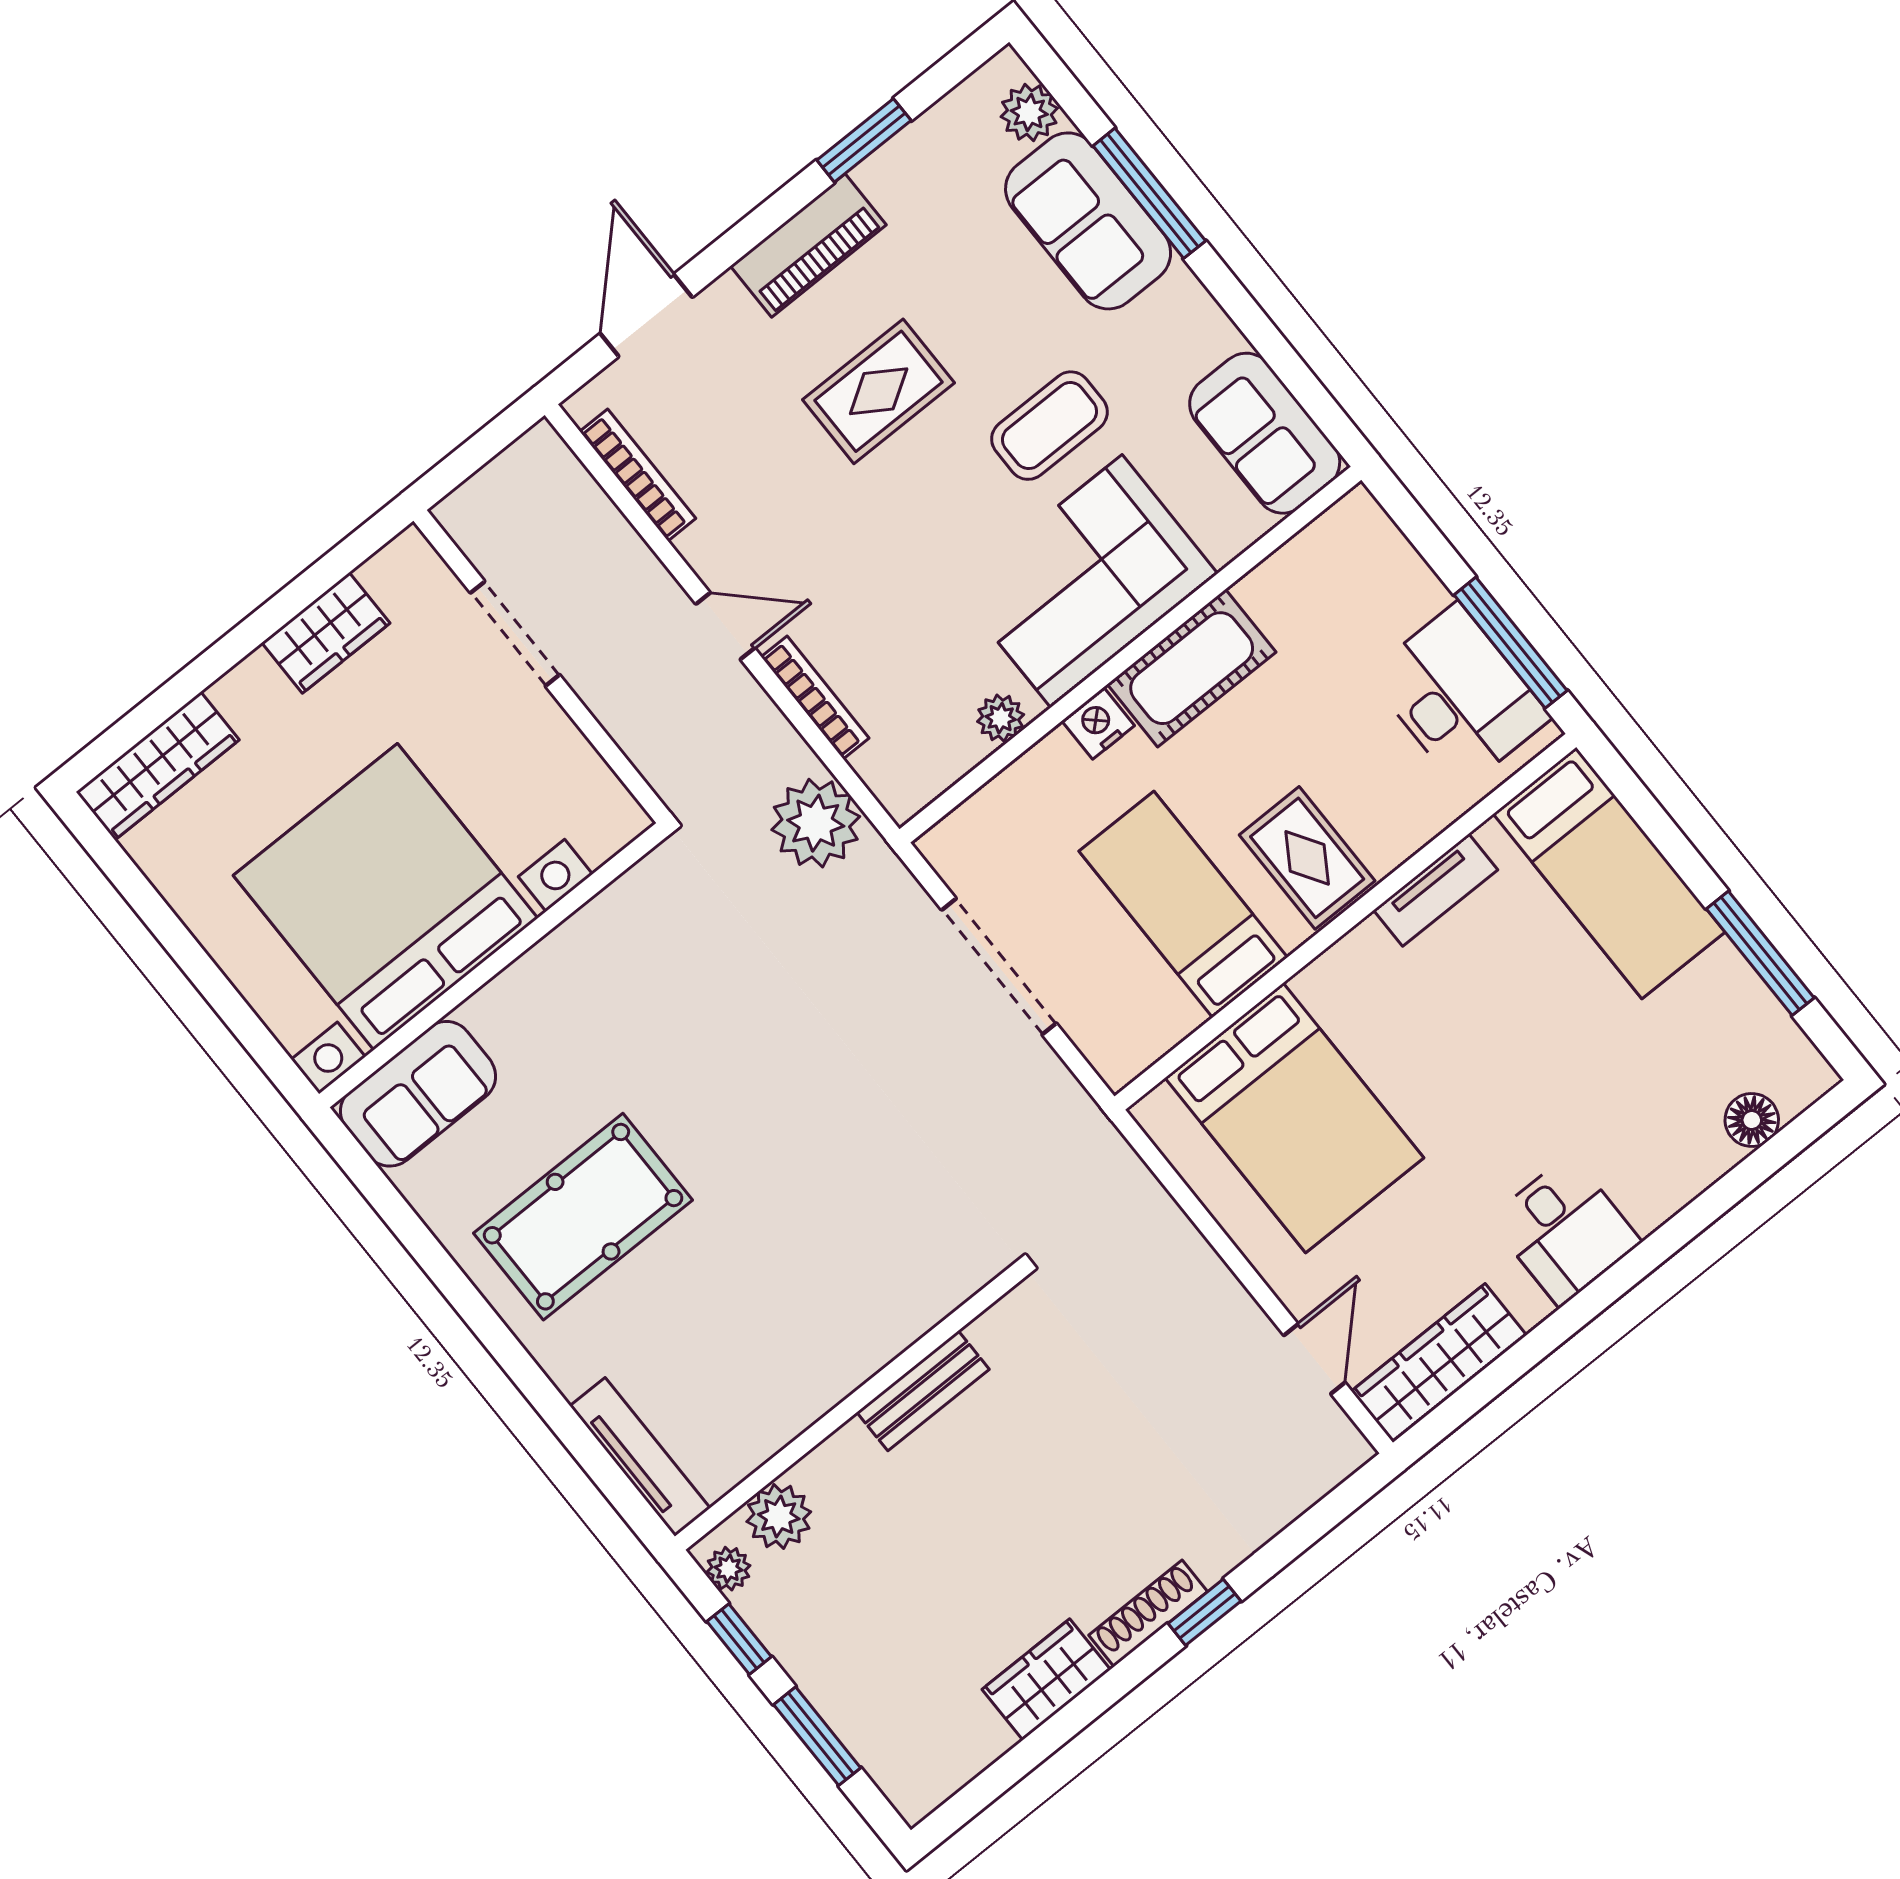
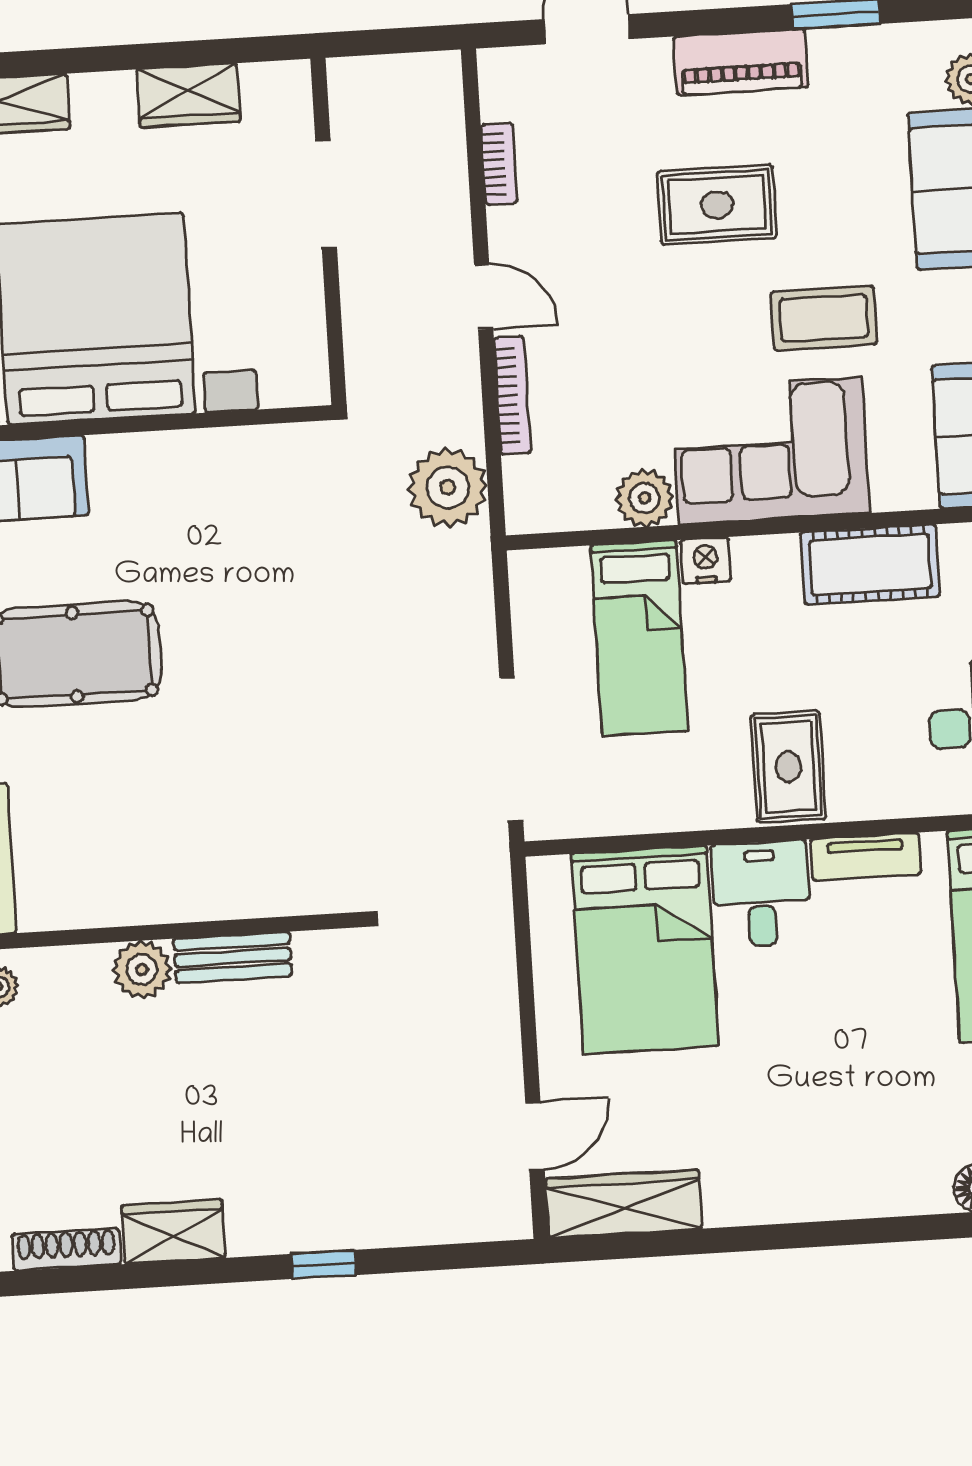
bookcase: (638, 475) -> (499, 164), width x0.64
cot: (1192, 668) -> (870, 564), moved
plant: (1001, 718) -> (644, 498), width x1.38, depth x1.38
bed: (1183, 904) -> (639, 638), moved, turned 180
doorway: (999, 967) -> (511, 750), moved
desk: (1565, 1230) -> (761, 894), moved, turned 180
plant: (779, 1517) -> (142, 970), moved
shoe rack: (1148, 1613) -> (66, 1249), moved

